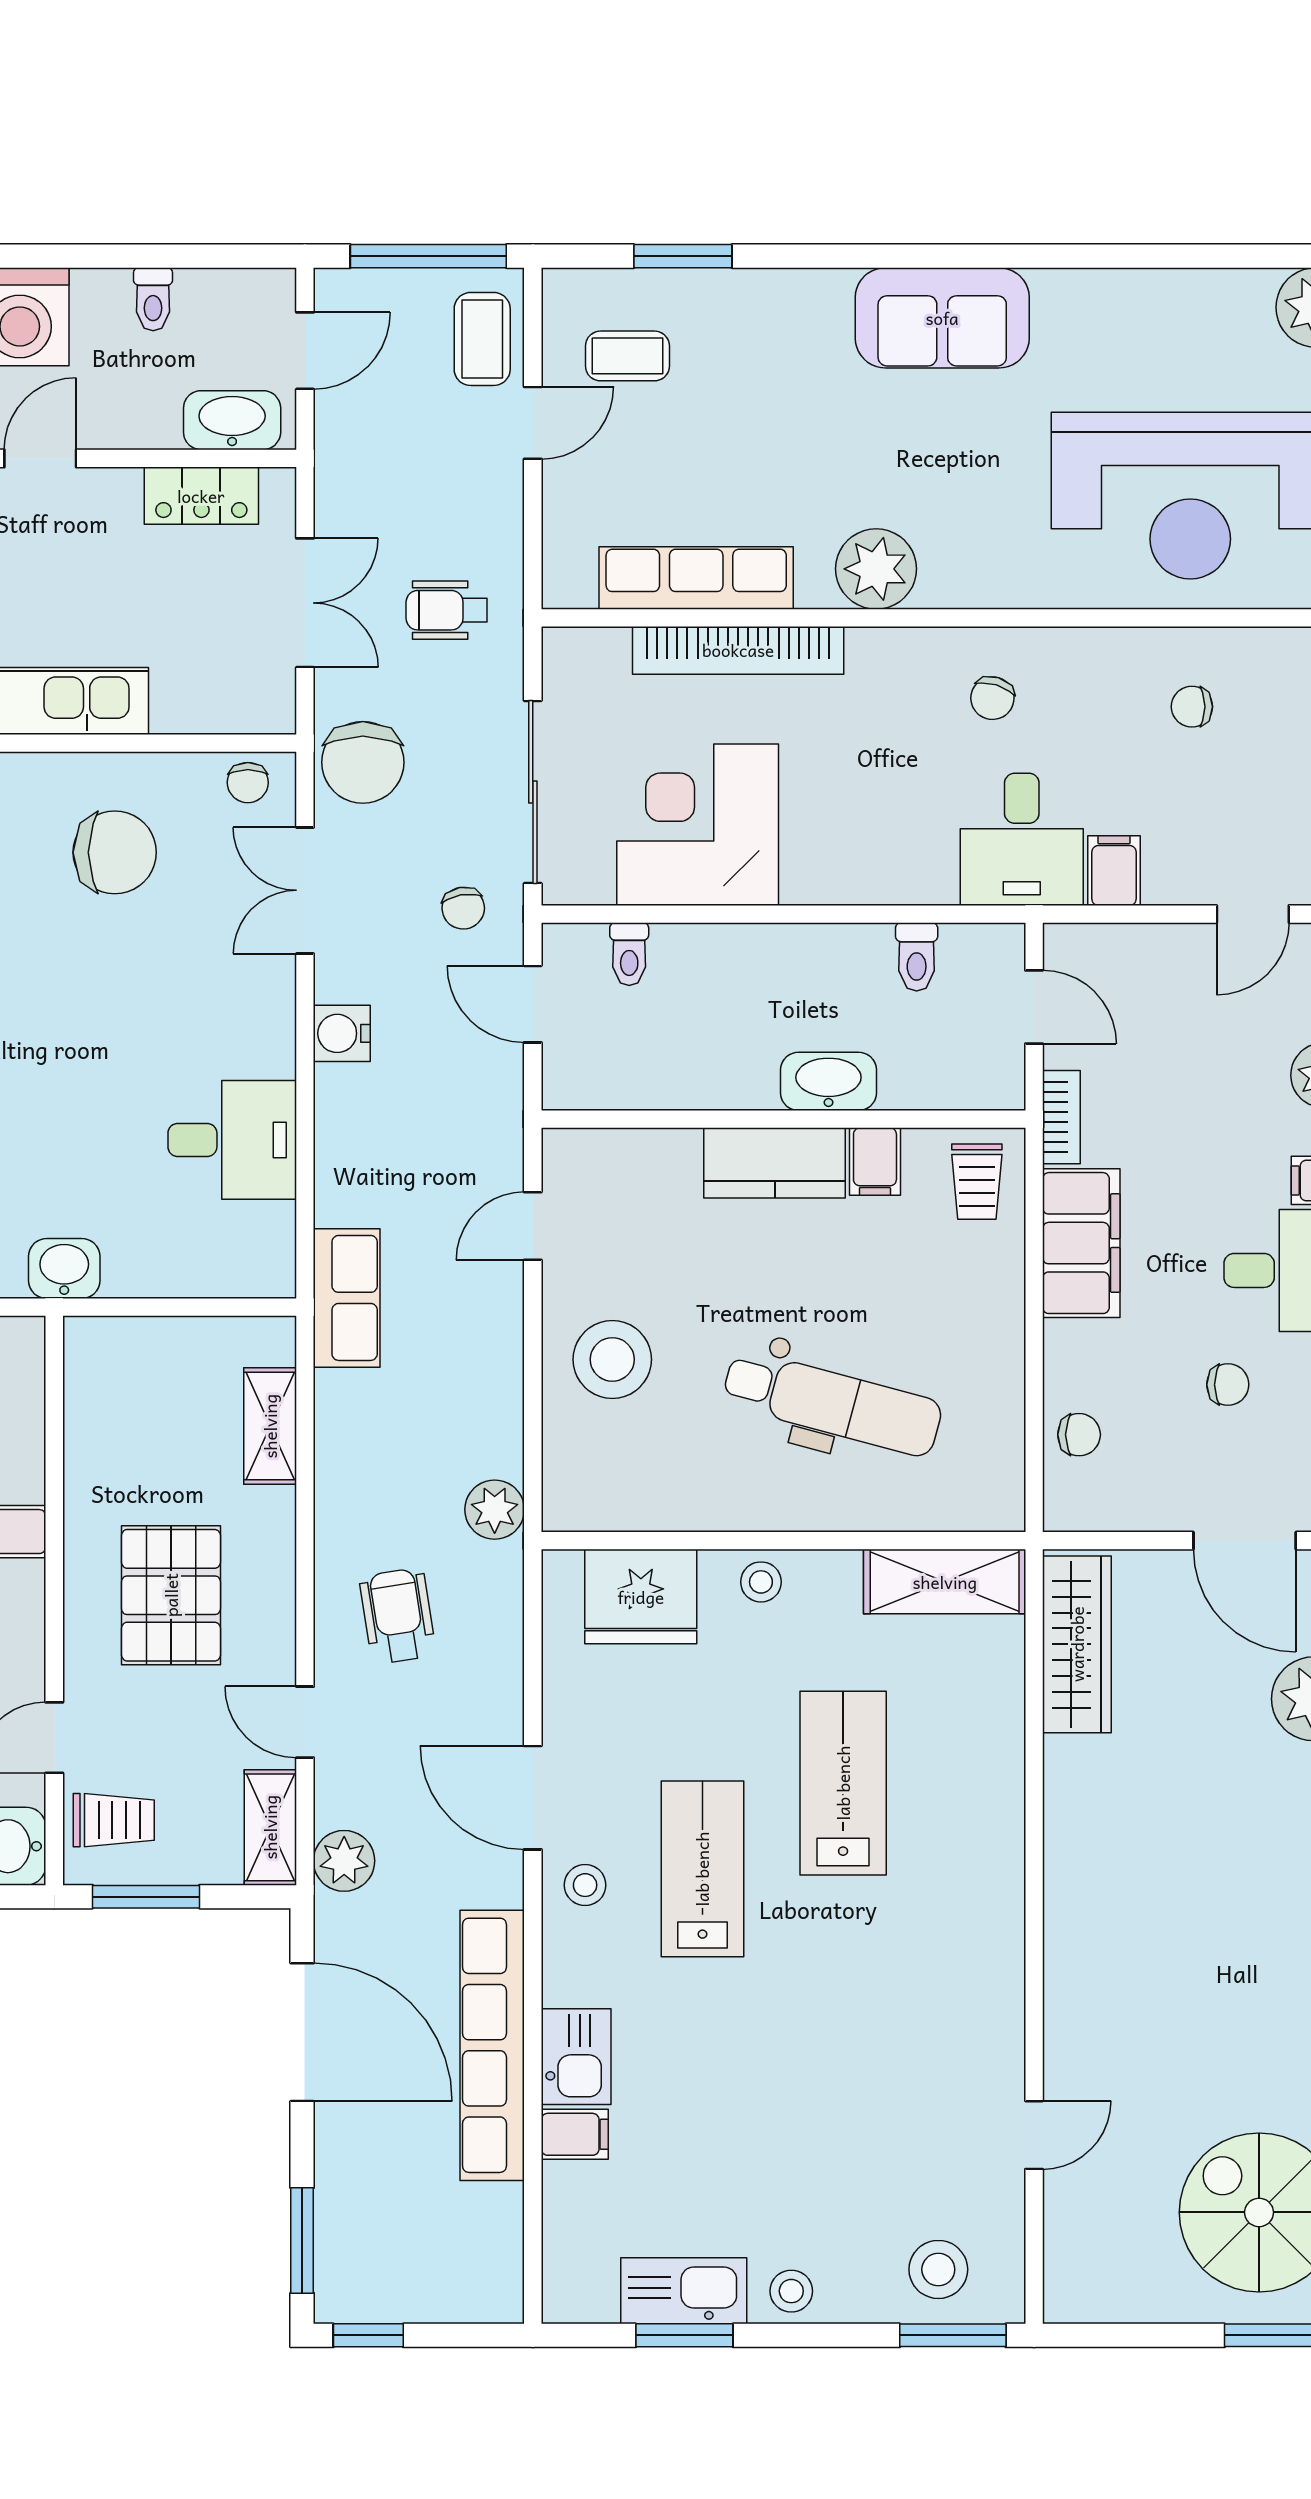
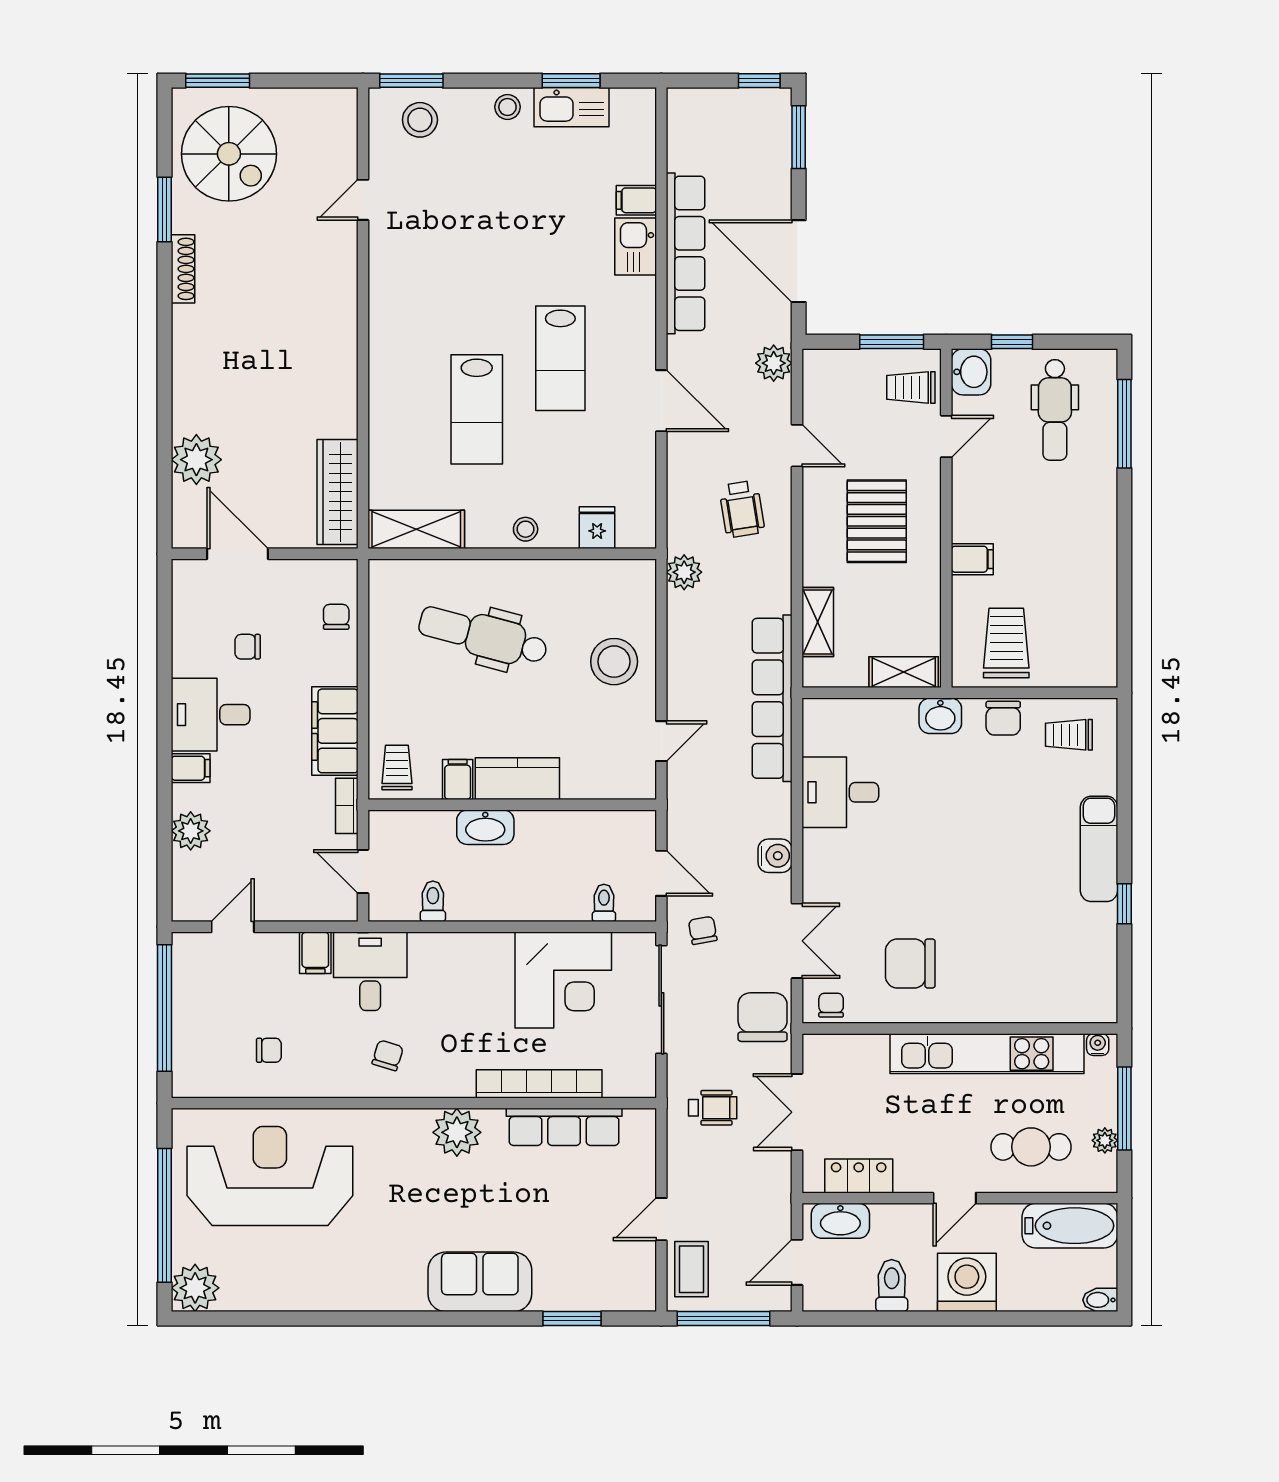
toilet: (153, 299) -> (892, 1286), width x1.37, depth x1.39
sofa: (942, 318) -> (480, 1282), moved
coffee table: (627, 356) -> (605, 1259), removed
row of seats: (347, 1298) -> (772, 698), width x2.02
chair: (1079, 1435) -> (336, 617), turned 90
fridge: (641, 1597) -> (597, 528), width x0.53, depth x0.75
shelving: (270, 1827) -> (904, 672), moved, turned 90
stool: (585, 1885) -> (630, 349), removed

